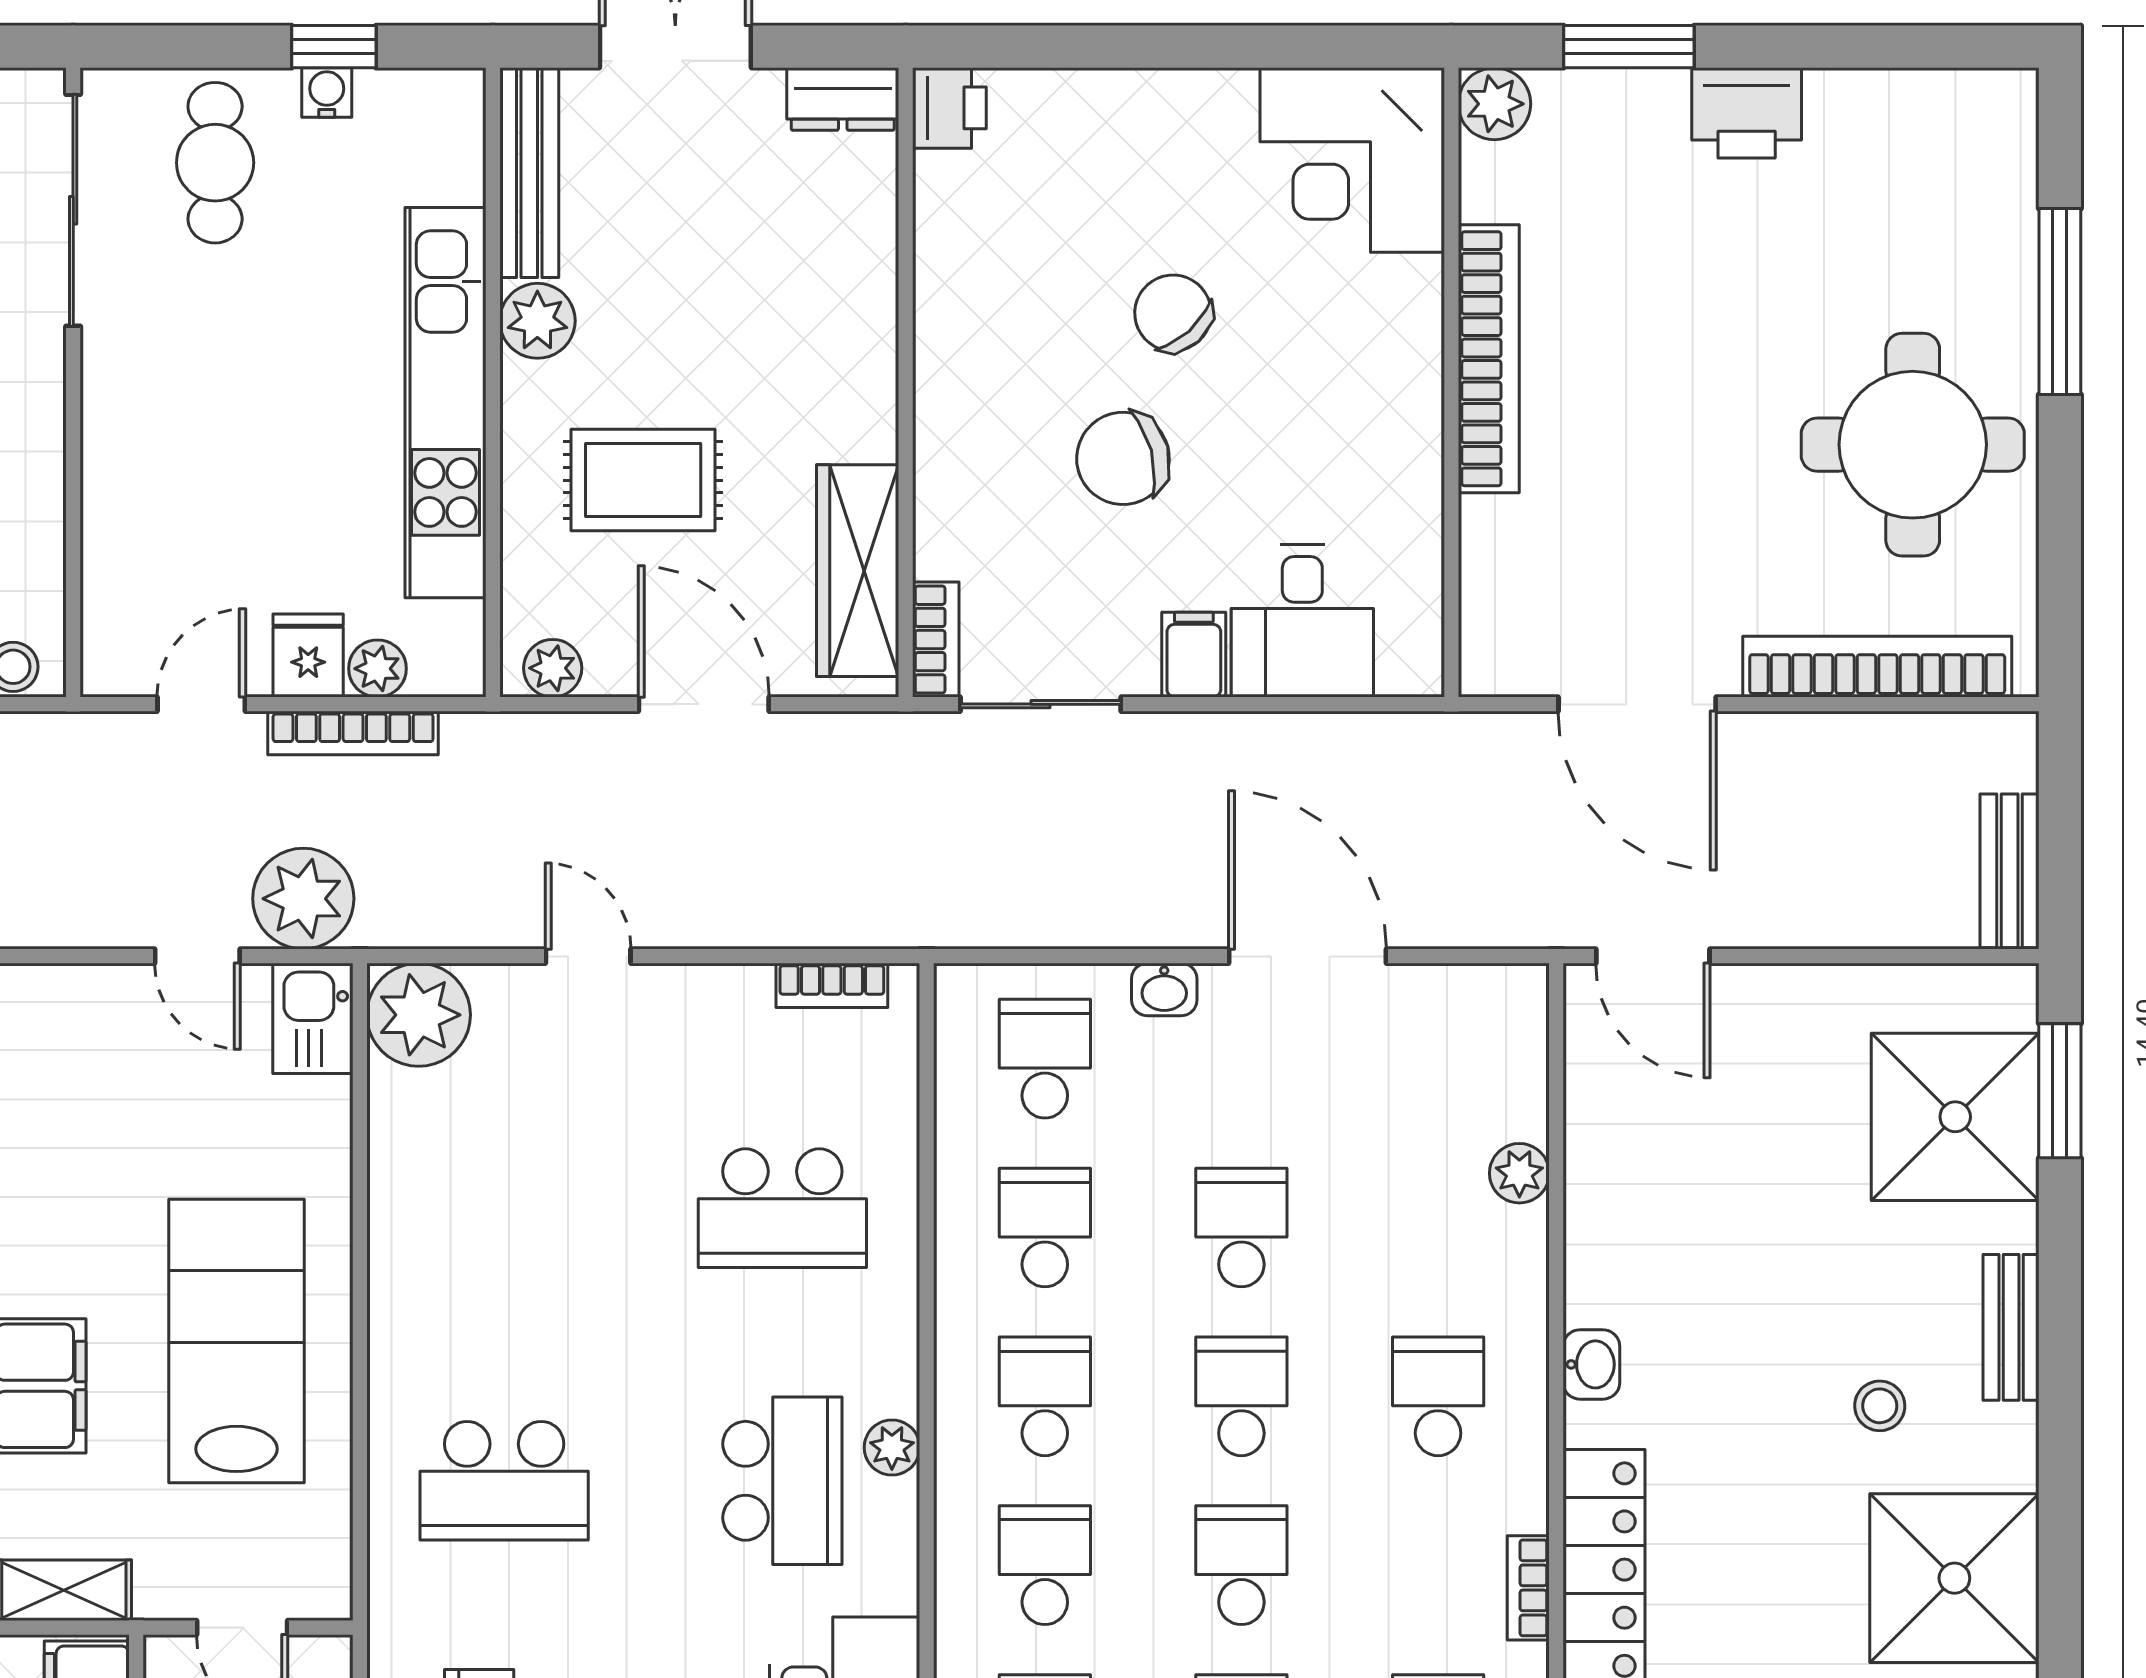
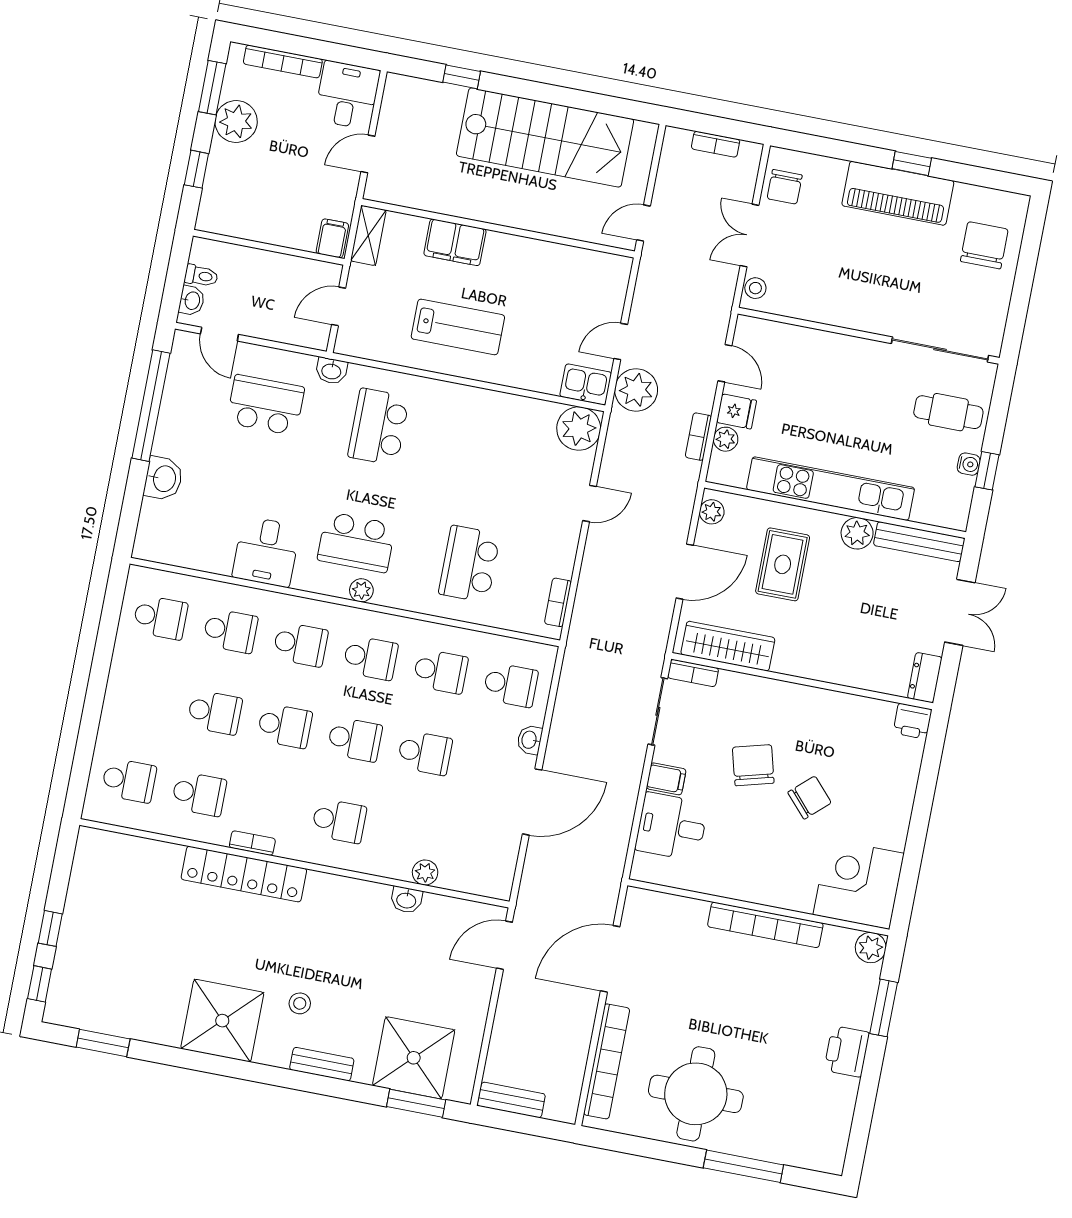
bookcase: (353, 733) -> (698, 437), width x0.64
lab bench: (237, 1341) -> (458, 327), width x0.73, depth x0.72
washbasin: (1591, 1364) -> (406, 900), moved
washbasin: (395, 1615) -> (331, 371), added

